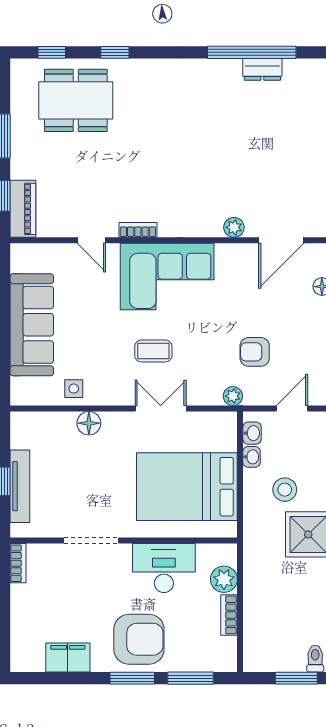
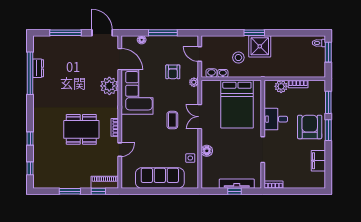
dining table: (76, 100) -> (81, 129), moved, turned 90
plant: (234, 227) -> (109, 86), width x1.87, depth x1.87
corner sofa: (167, 277) -> (137, 92), moved
desk: (164, 568) -> (276, 119), width x0.73

